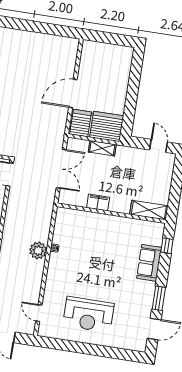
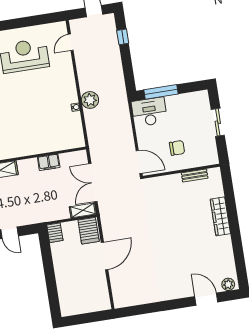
server rack: (107, 126) -> (55, 233), width x0.46, depth x0.70
shelving: (102, 148) -> (83, 210), moved
door: (39, 313) -> (71, 42), swing flipped

